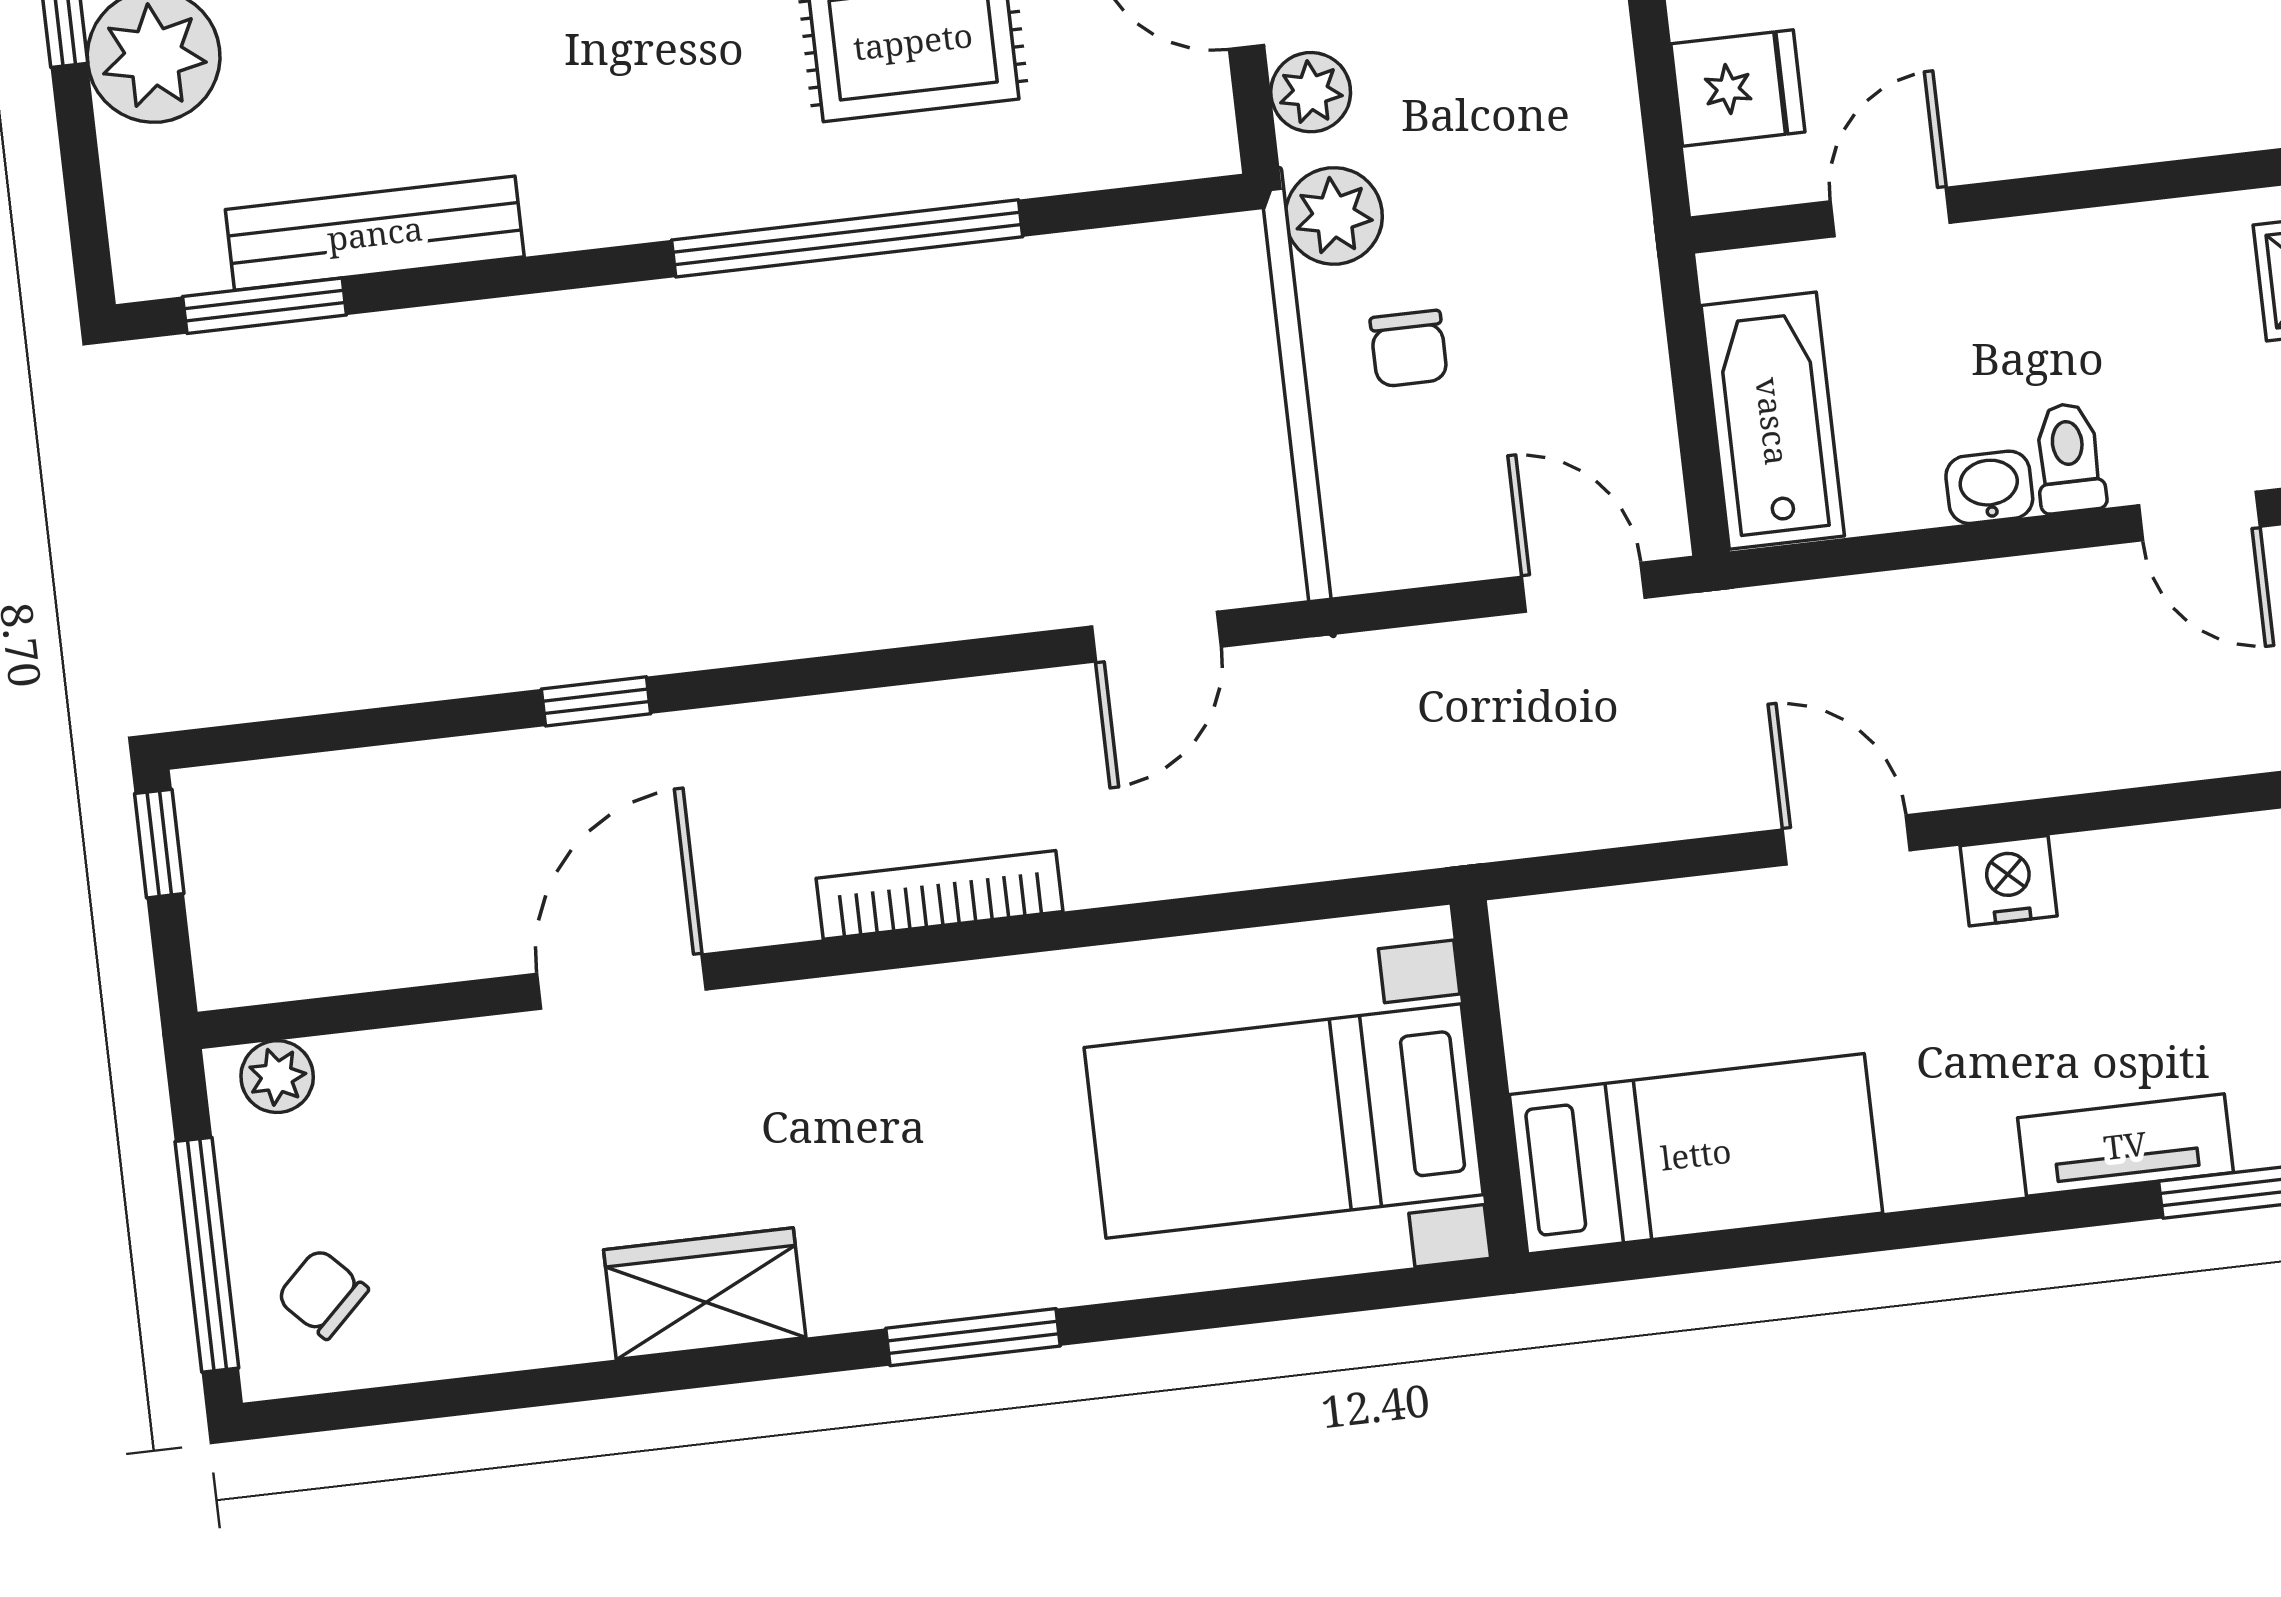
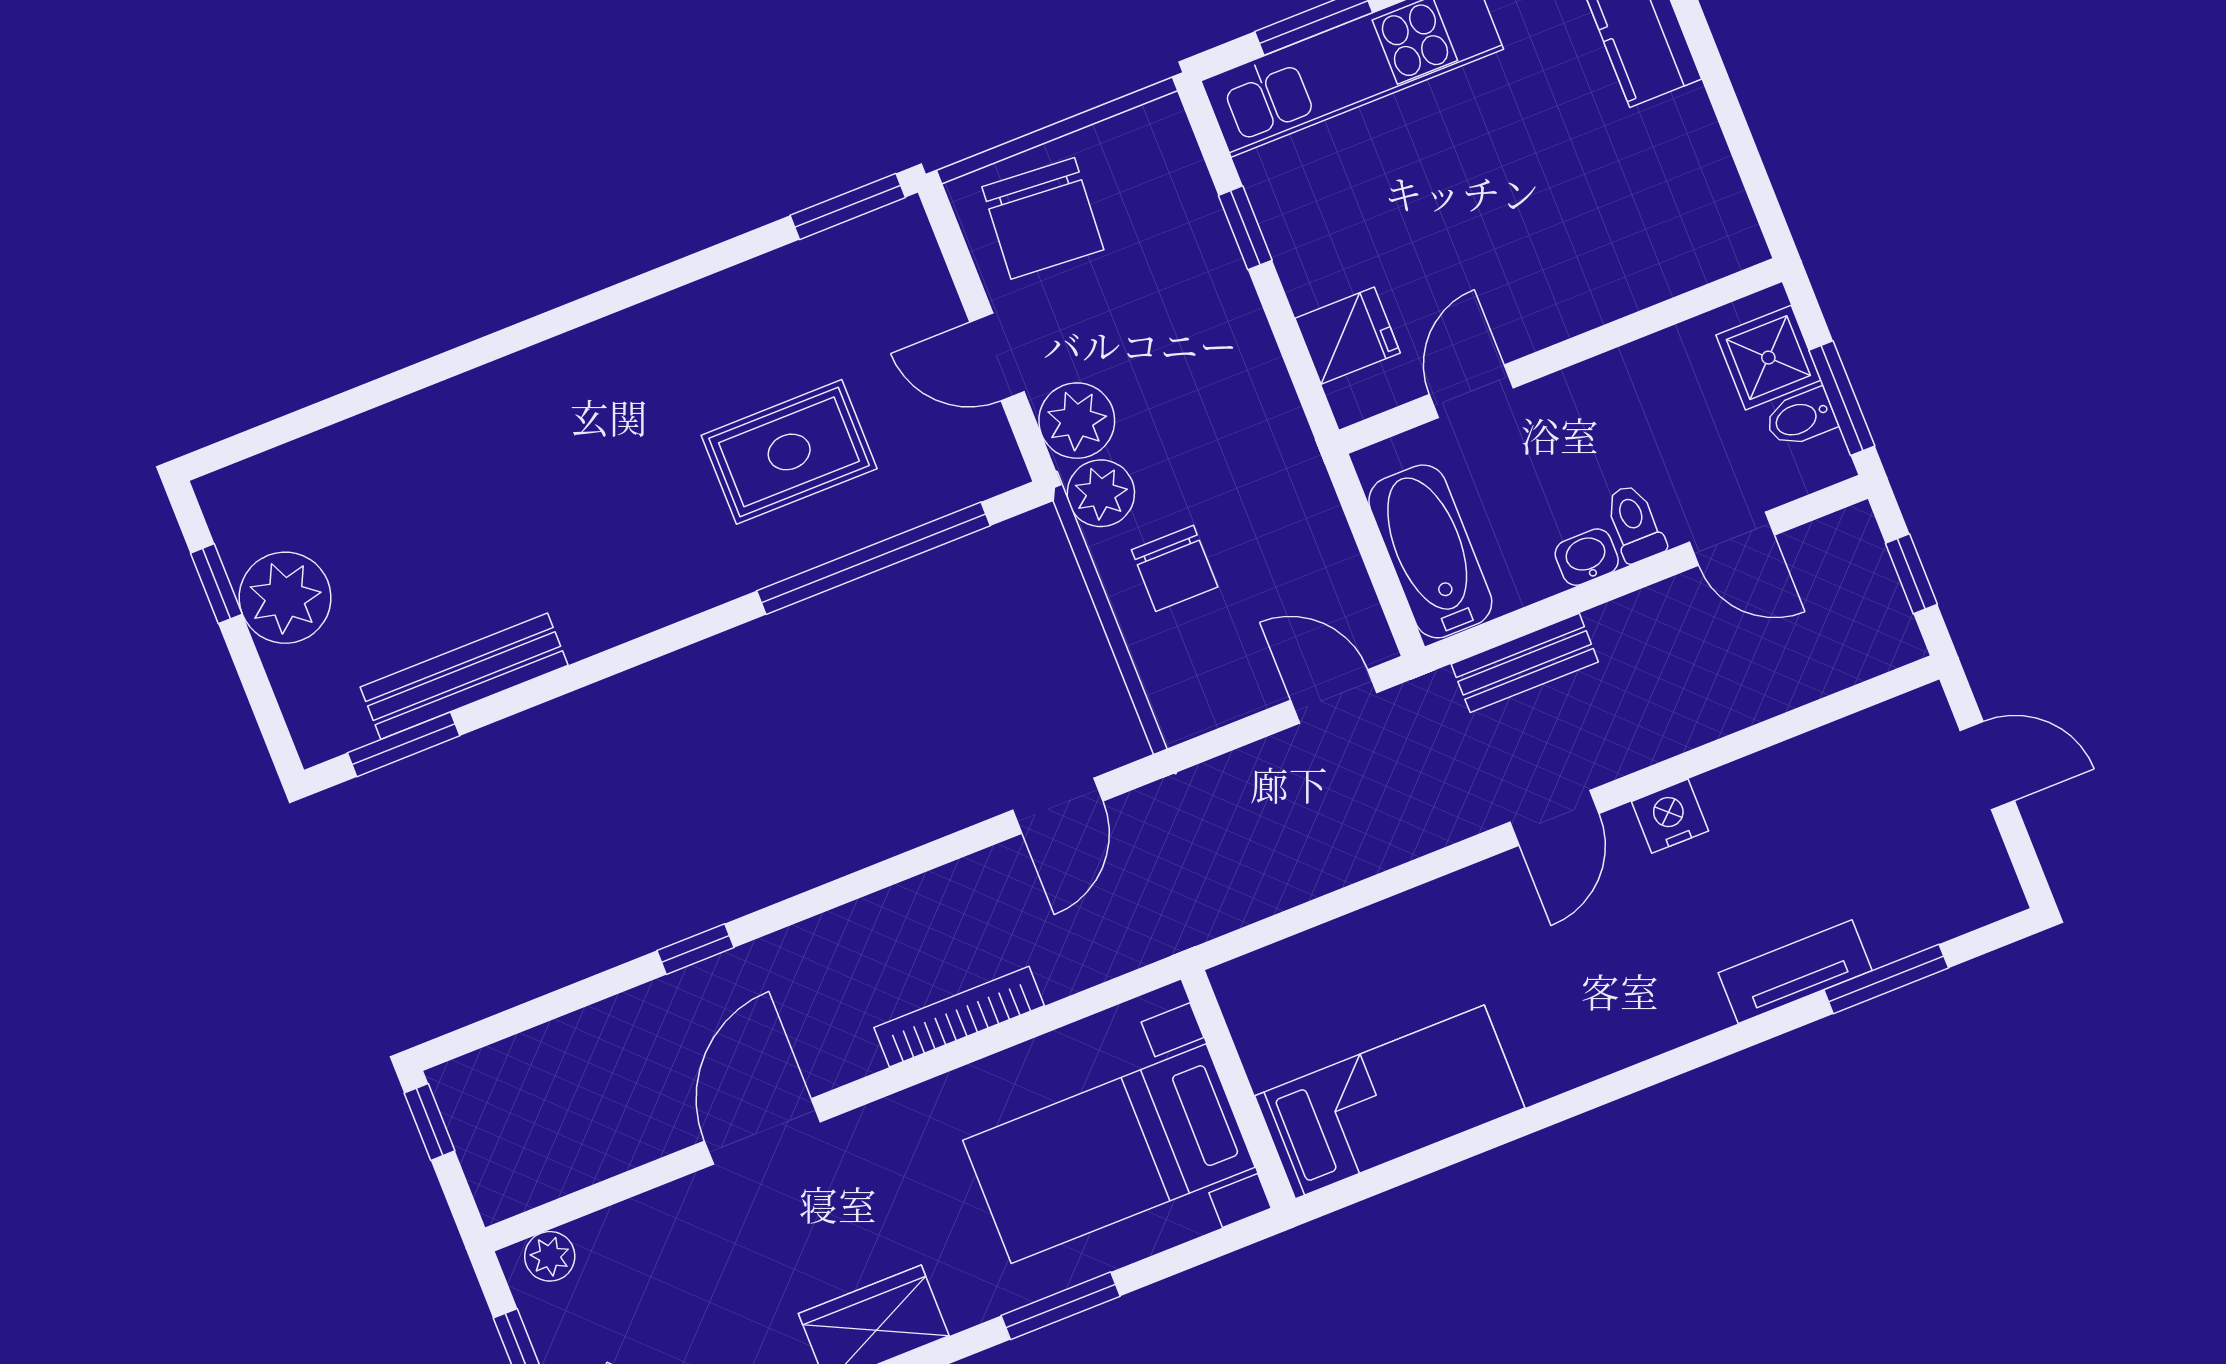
plant: (1311, 92) -> (1077, 421), width x1.38, depth x1.38
window: (847, 238) -> (874, 558), moved
chair: (1409, 349) -> (1175, 568), width x1.37, depth x1.37
bench: (1863, 612) -> (1525, 663), added
door: (1846, 840) -> (1554, 818), swing flipped
wall: (1489, 1079) -> (1238, 1089), moved
bed with nightstands: (1284, 1121) -> (1109, 1154), moved
bed: (1696, 1154) -> (1390, 1102), moved

